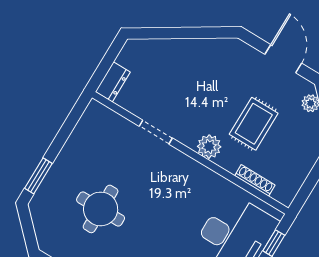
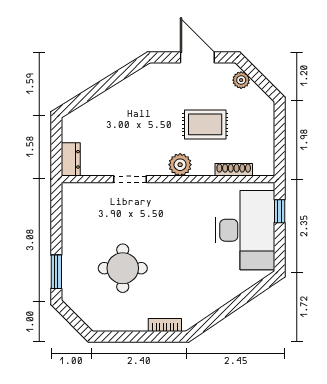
rug: (254, 124) -> (205, 124), turned 90

